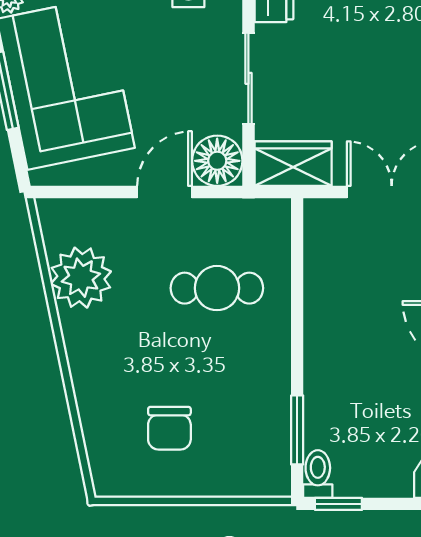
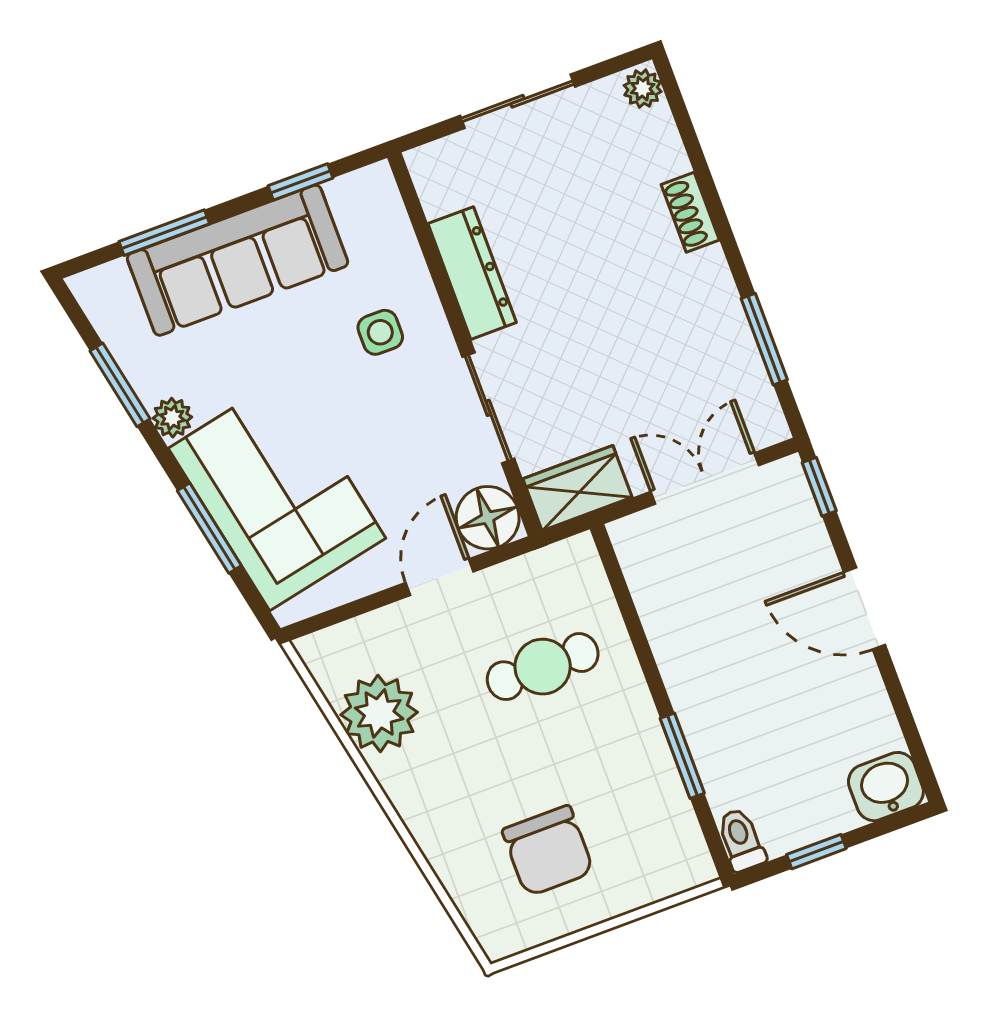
chair: (169, 428) -> (548, 851), width x1.37, depth x1.37
window: (297, 430) -> (682, 756), moved
window: (338, 504) -> (816, 852), moved

